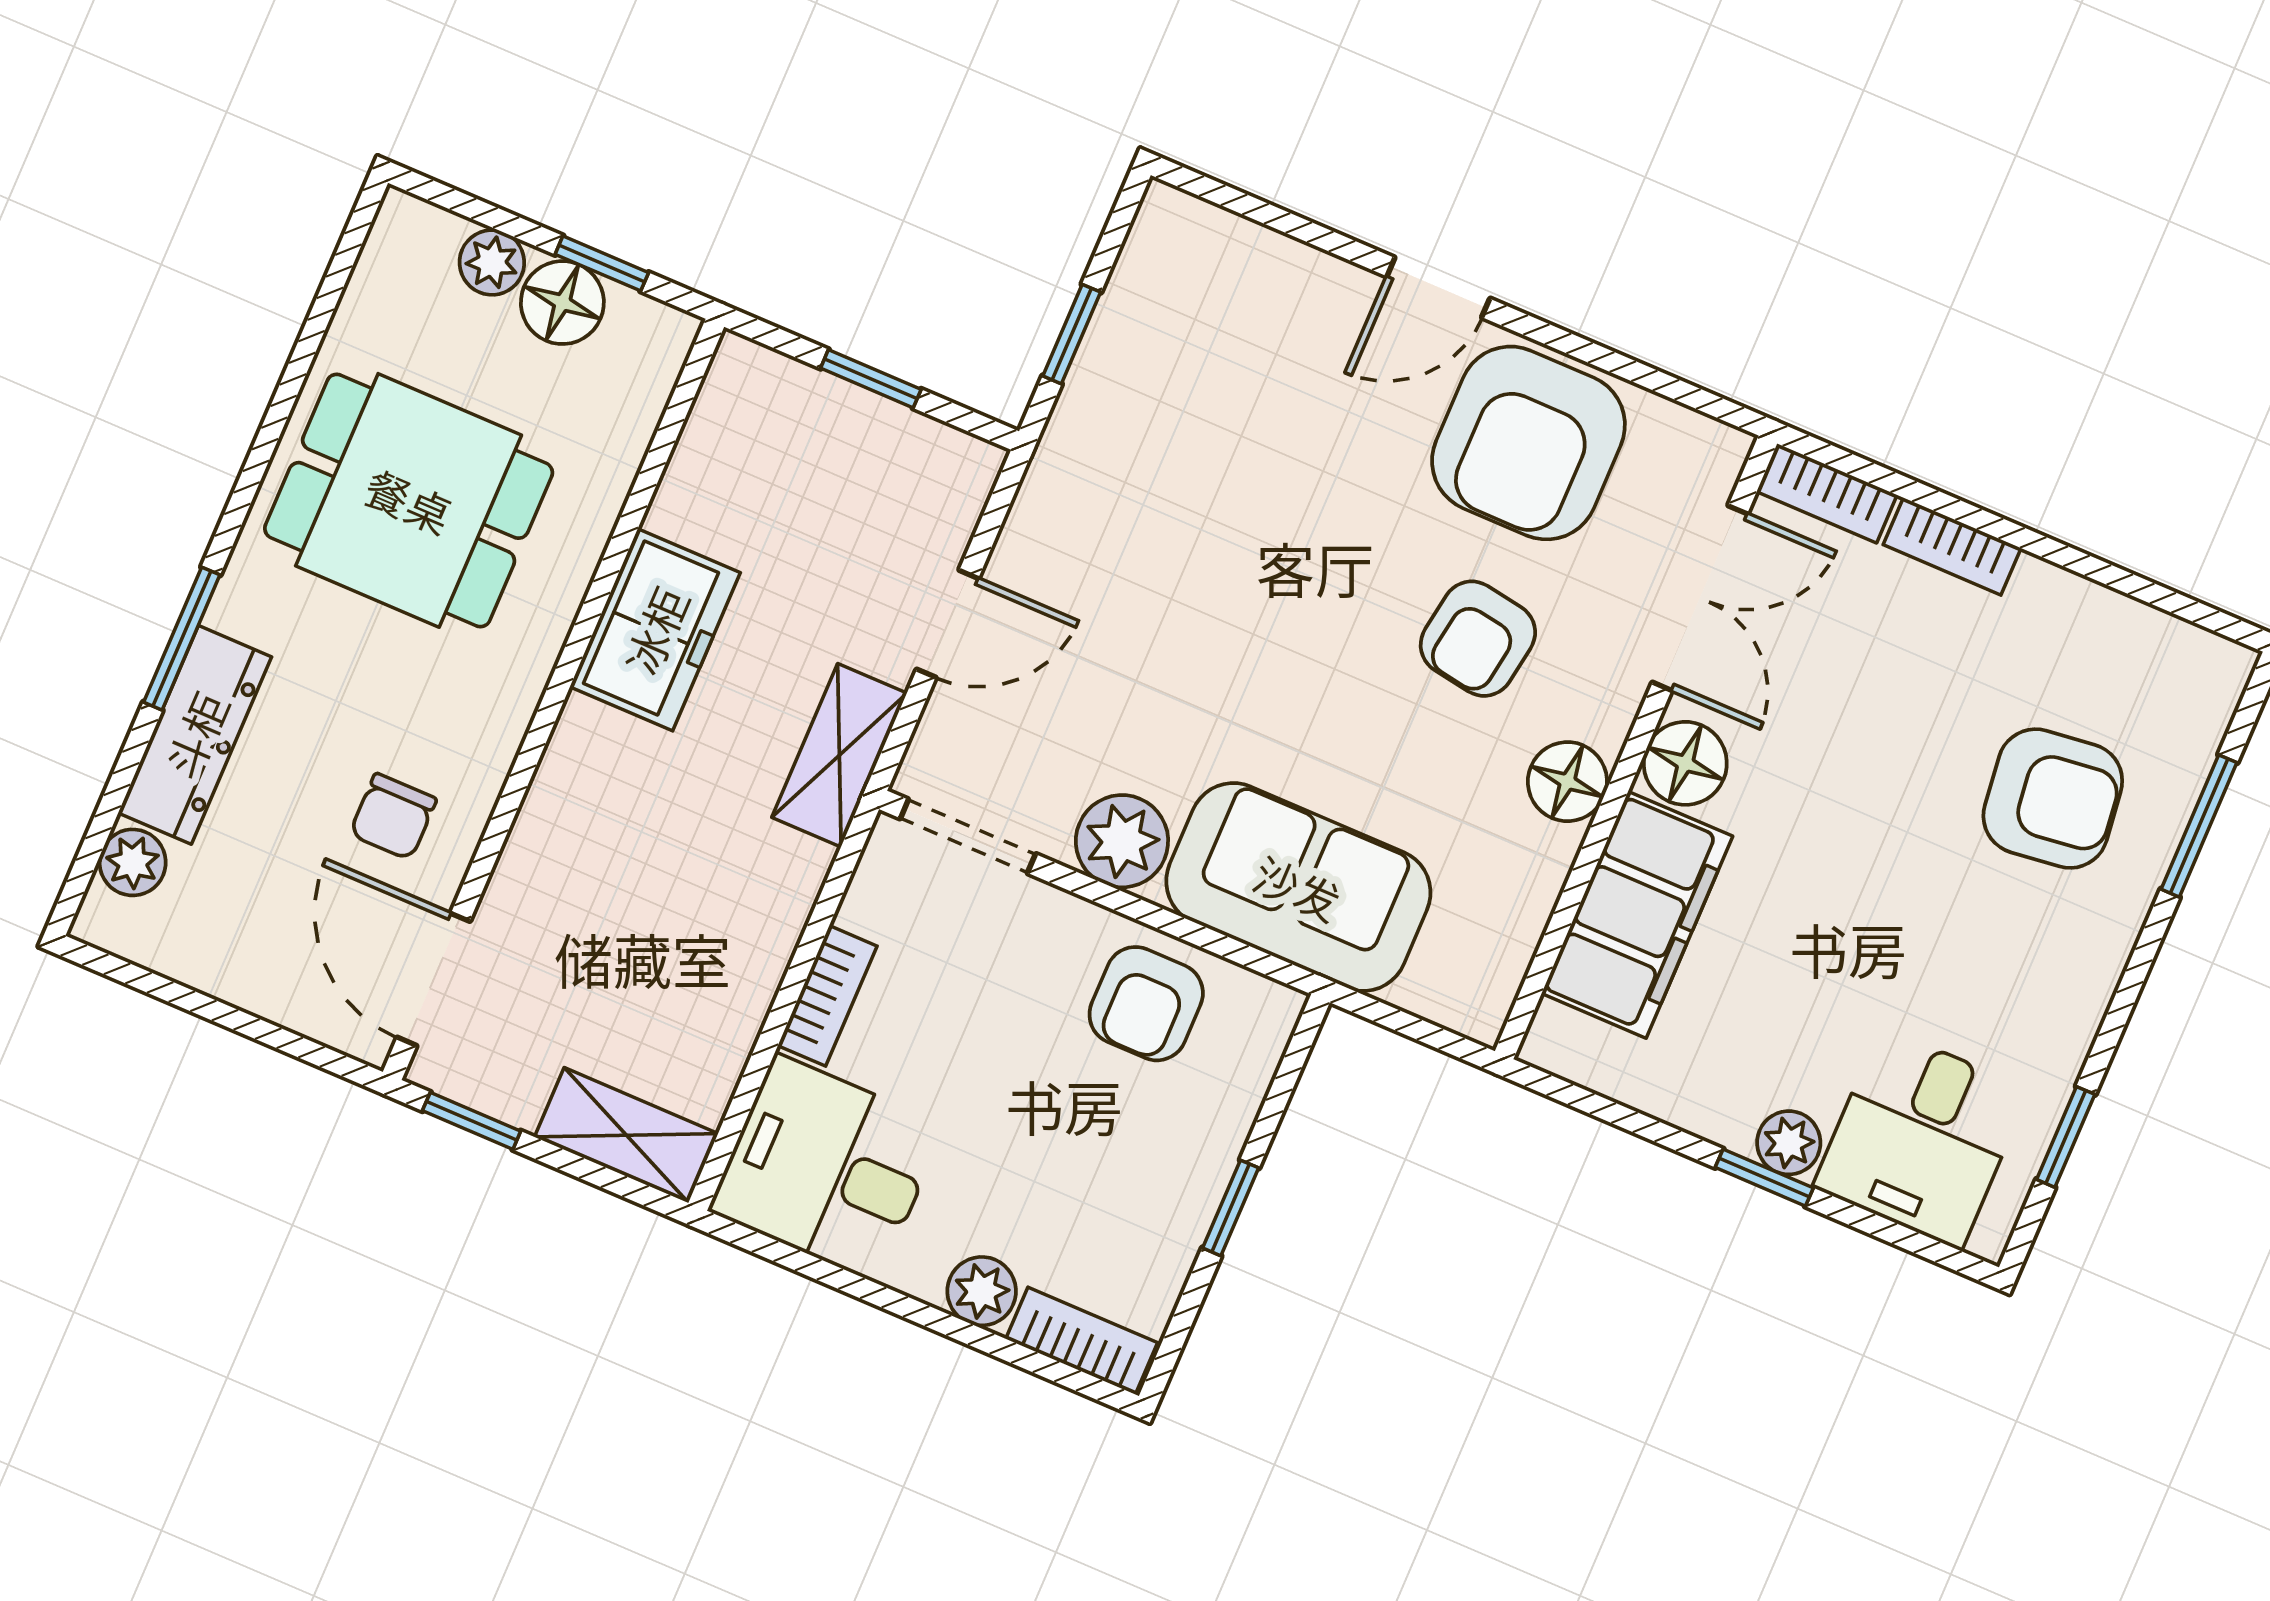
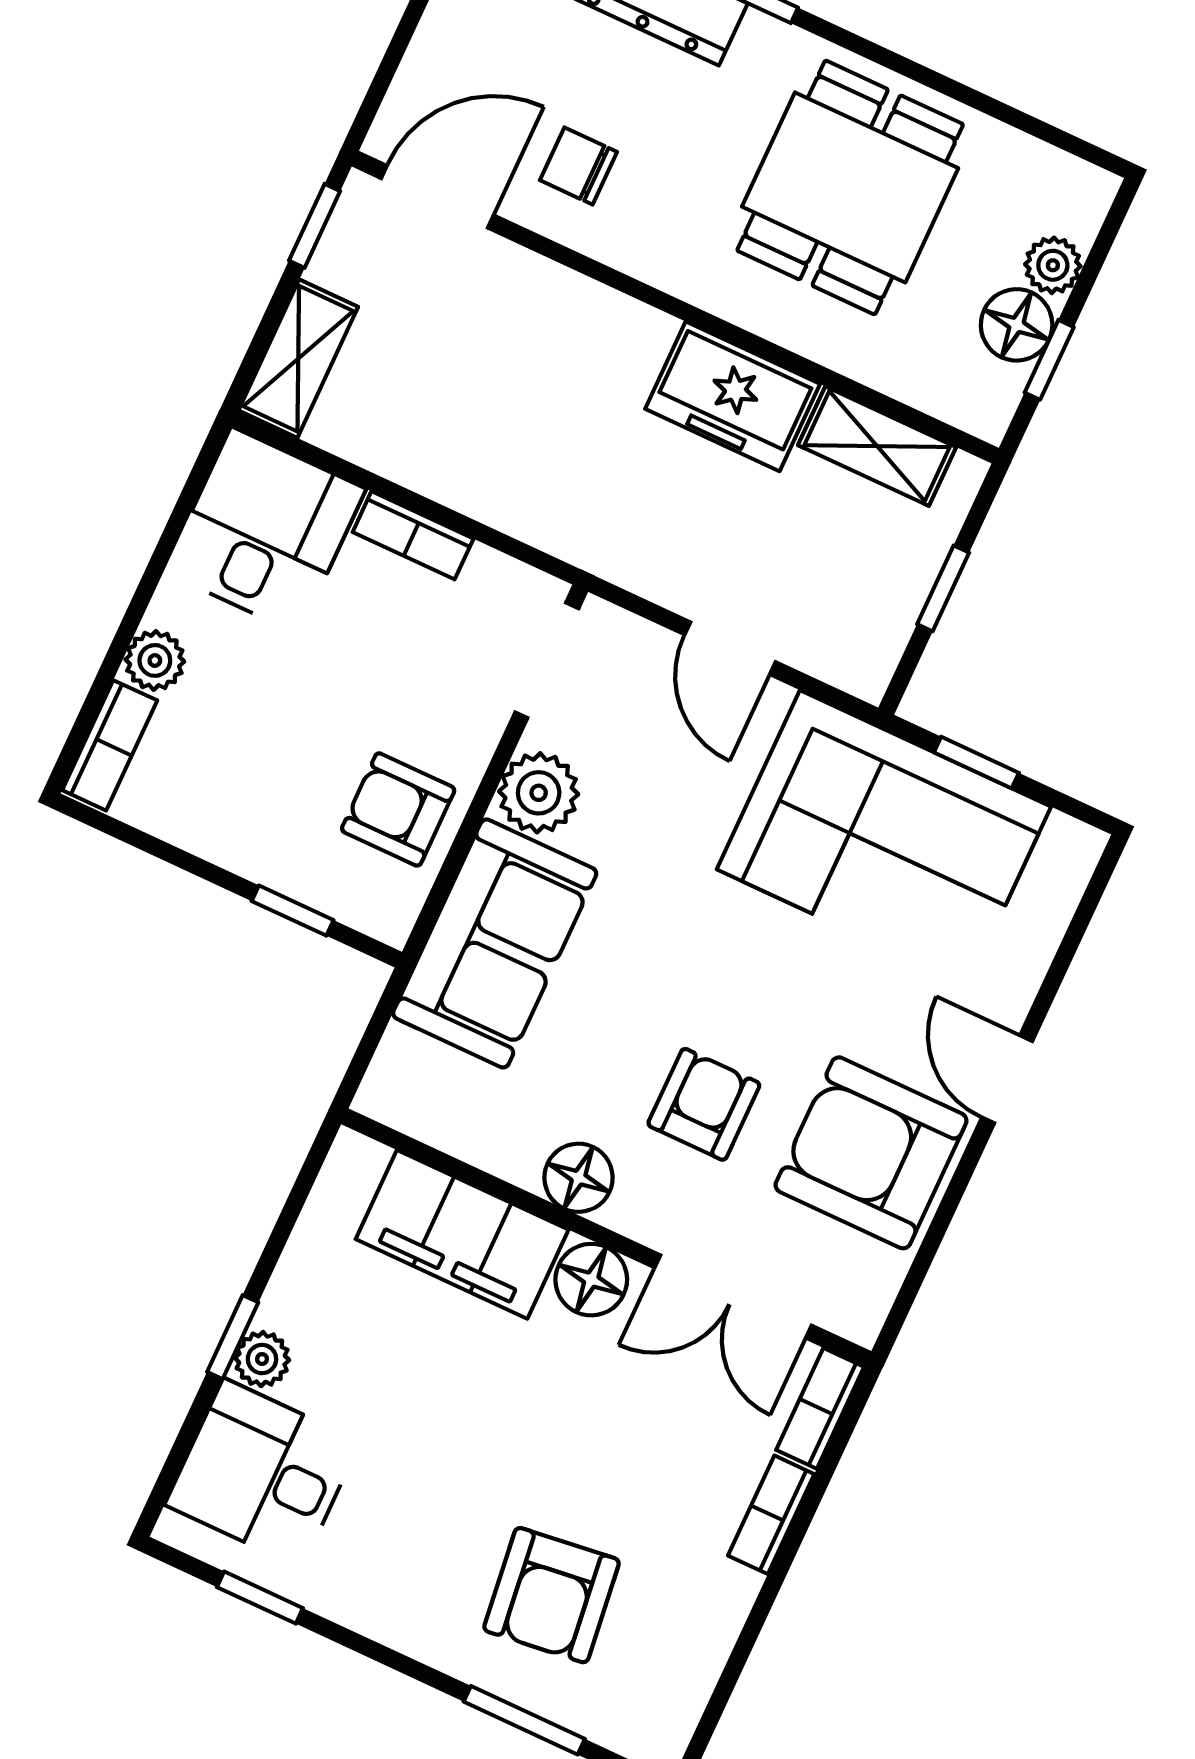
corner sofa: (1163, 439) -> (884, 838), added
armchair: (1478, 639) -> (704, 1104), turned 81
shelving: (839, 755) -> (877, 446), moved
window: (1231, 1208) -> (293, 911), moved

